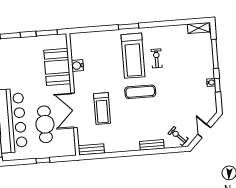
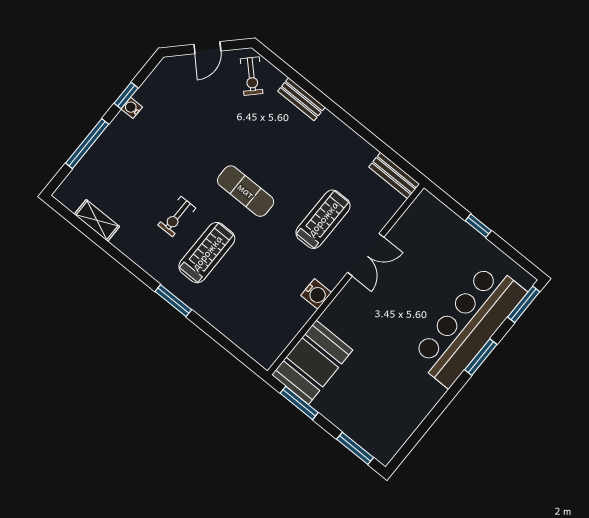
shelving: (199, 28) -> (97, 220), moved
treadmill: (133, 56) -> (207, 253), width x0.73, depth x0.73
water cooler: (77, 65) -> (316, 294), moved
booth: (57, 67) -> (312, 362), moved
double door: (74, 110) -> (366, 255), width x0.73
cafe table: (45, 124) -> (426, 274), removed

